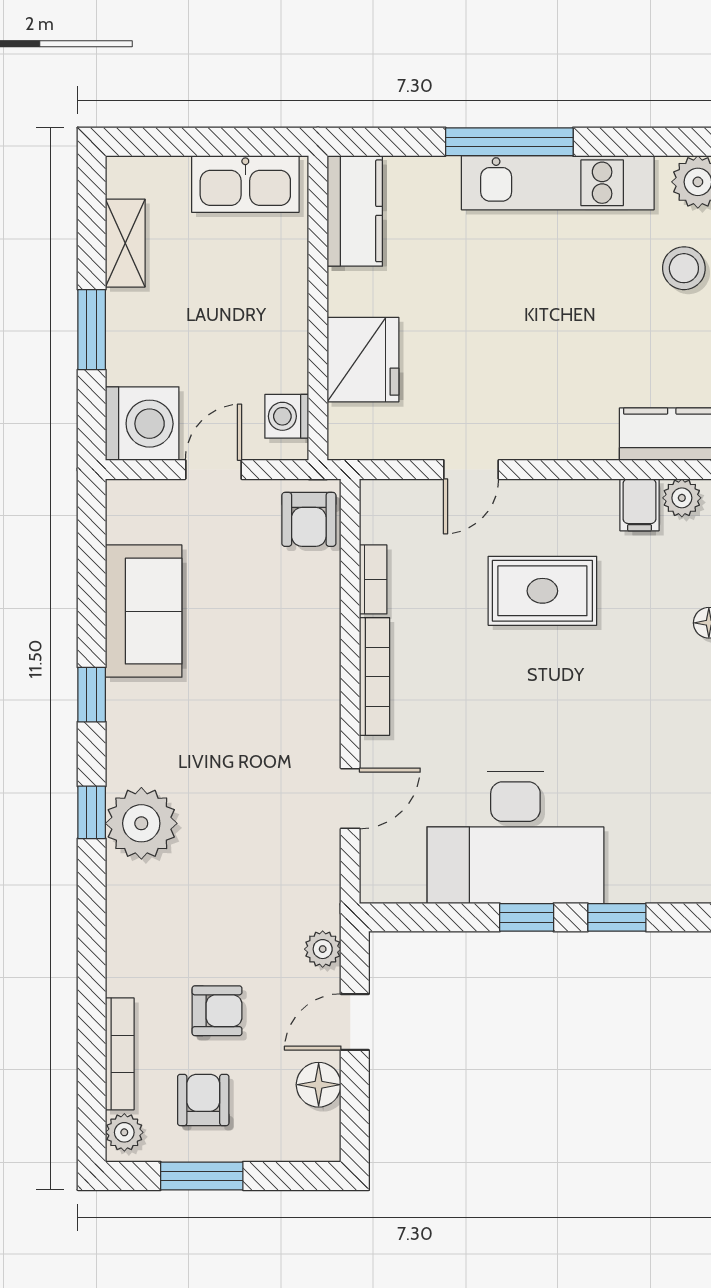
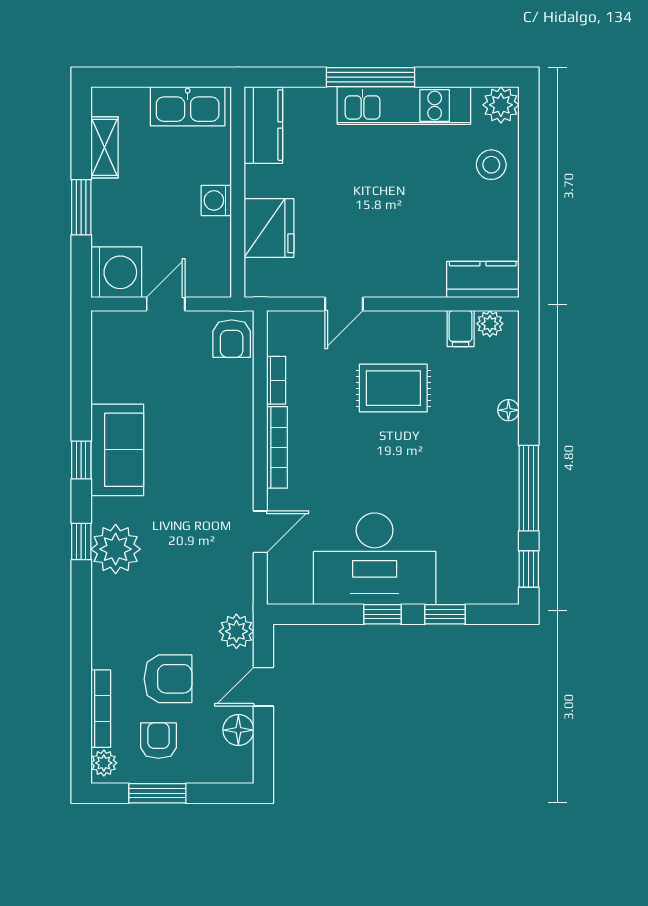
washing machine: (287, 416) -> (216, 200), moved
sofa: (144, 611) -> (117, 450), moved
plant: (323, 949) -> (236, 631), width x1.38, depth x1.38
armchair: (217, 1011) -> (168, 679), width x1.38, depth x1.38

